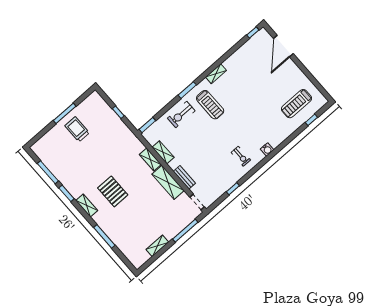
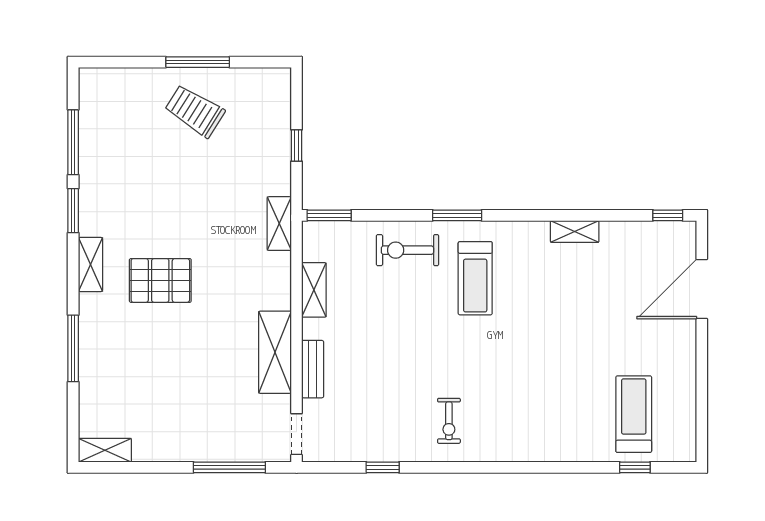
shelving: (216, 74) -> (575, 232), moved
treadmill: (296, 104) -> (634, 414), turned 90
trolley: (77, 129) -> (195, 111), turned -58
water cooler: (267, 149) -> (507, 450), removed
shelving: (150, 159) -> (279, 224), moved
pallet: (113, 191) -> (160, 280), turned 90
shelving: (157, 246) -> (105, 450), moved

